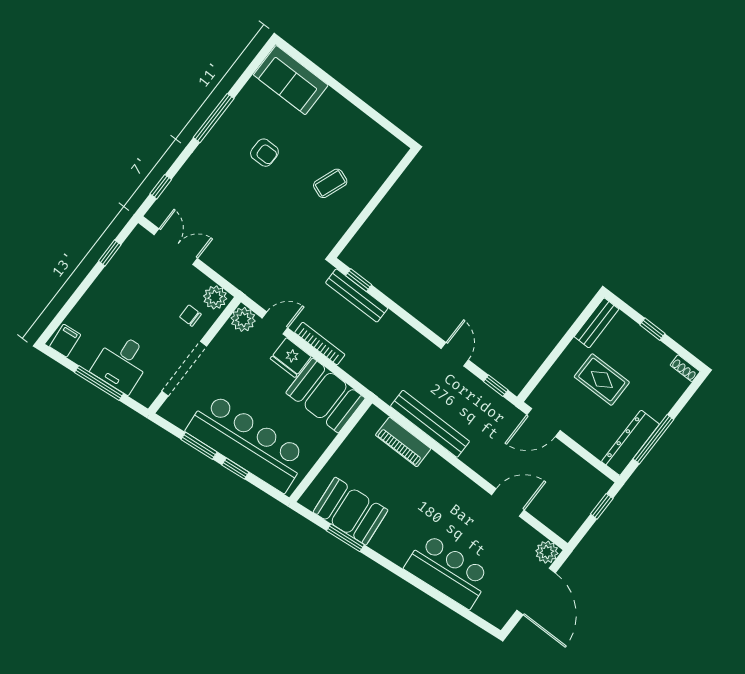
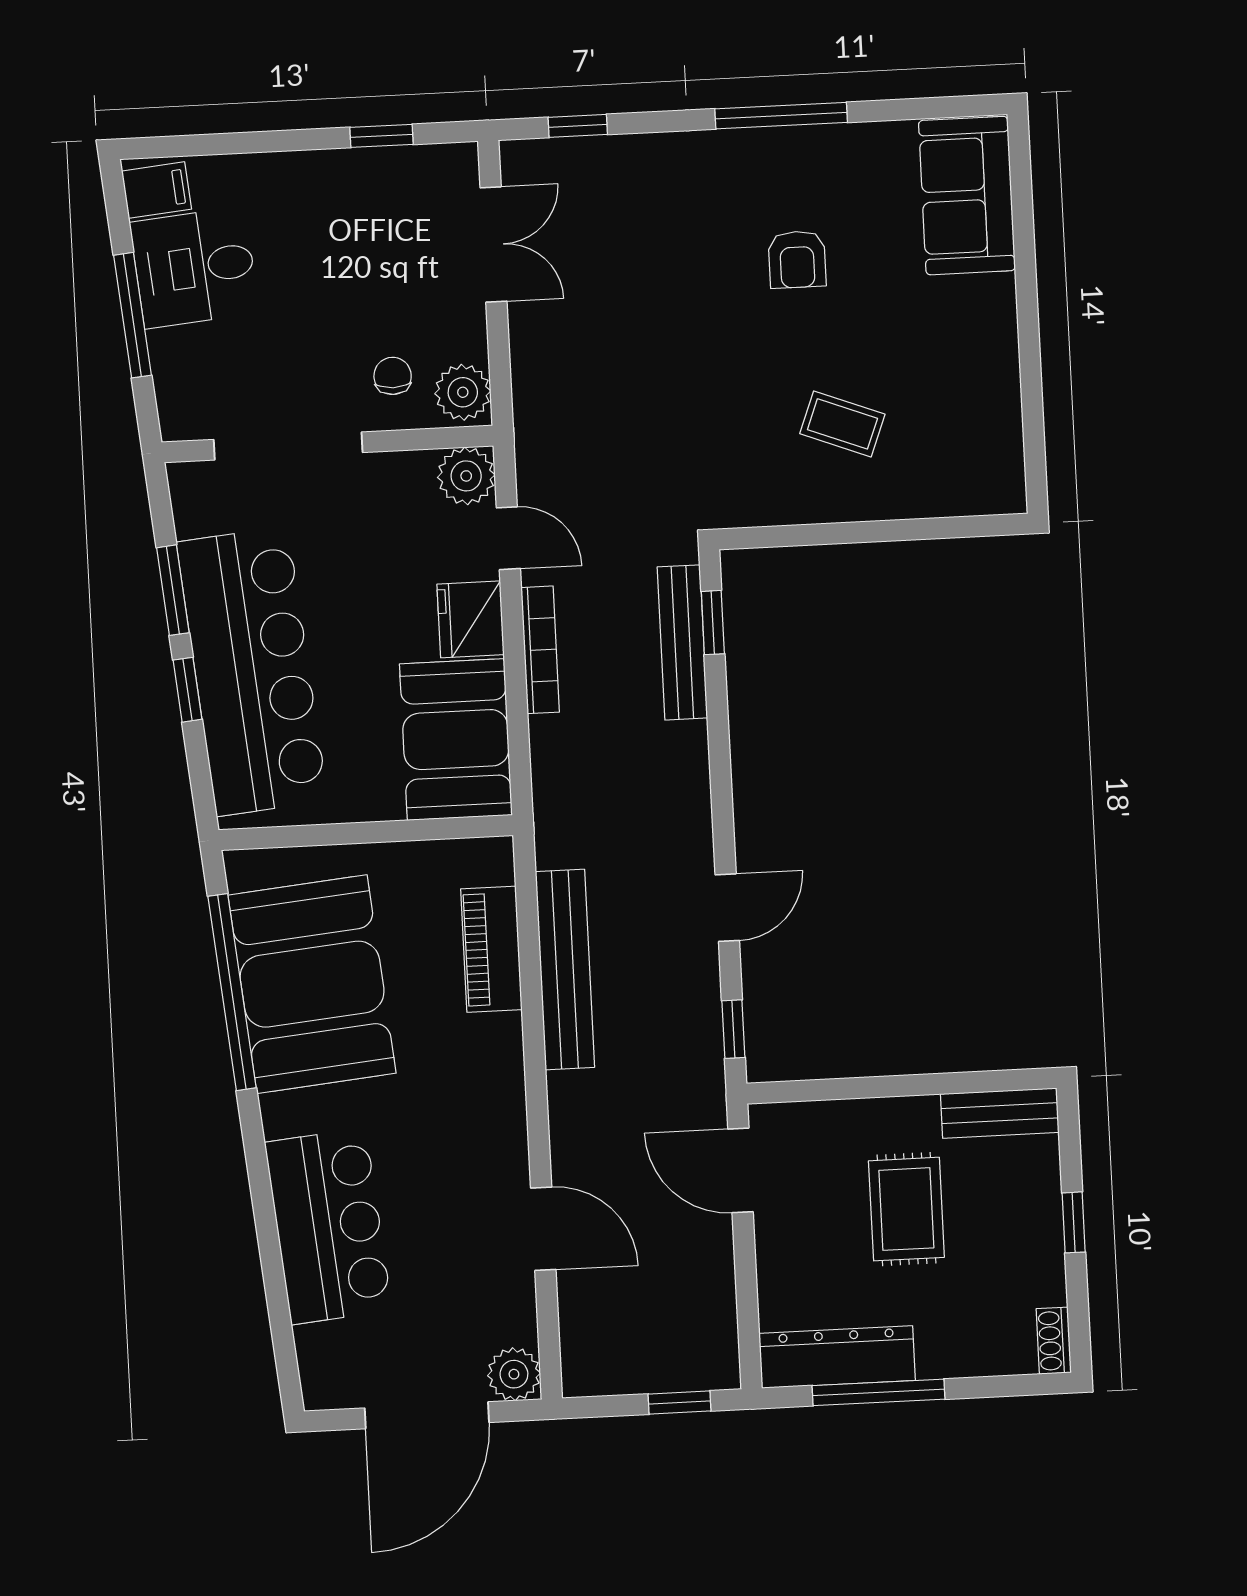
desk: (122, 363) -> (194, 267), moved
booth: (351, 511) -> (312, 984), width x1.36, depth x1.42
window: (345, 538) -> (232, 992), width x2.11

